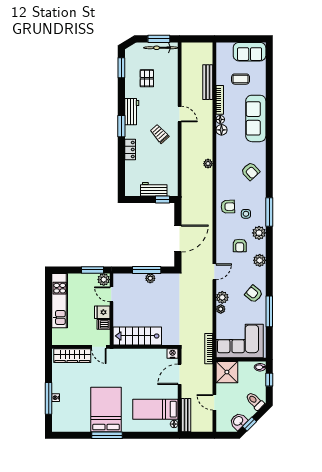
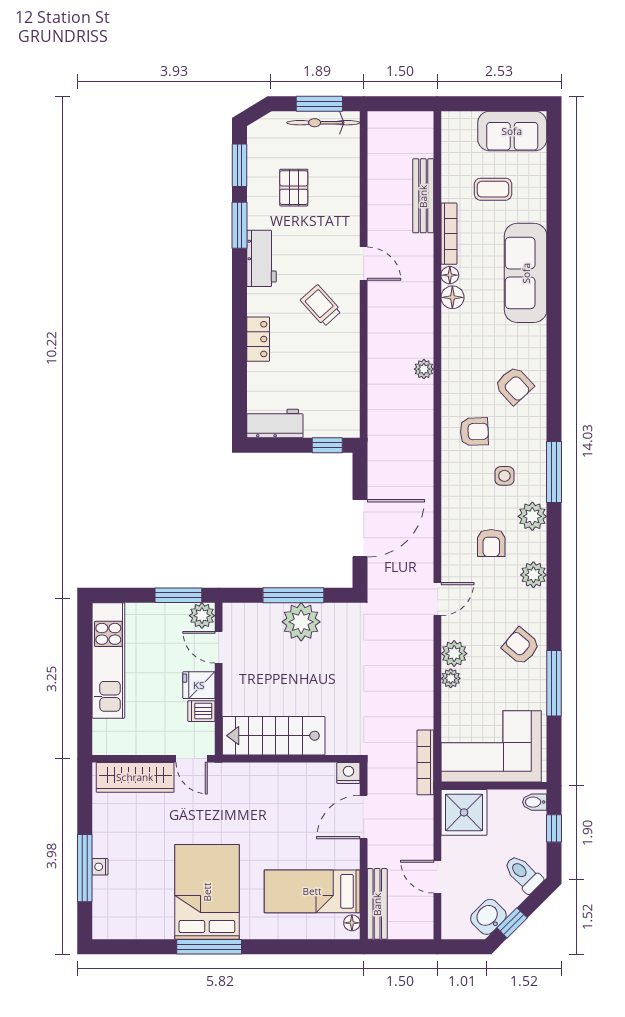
window: (121, 126) -> (239, 225), moved
workbench: (154, 189) -> (275, 424), moved
armchair: (228, 207) -> (474, 432), moved
plant: (150, 278) -> (301, 622), width x1.87, depth x1.87

